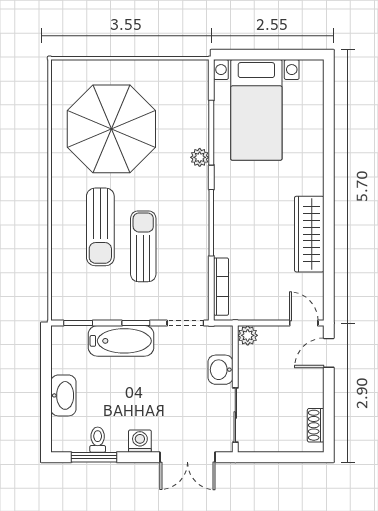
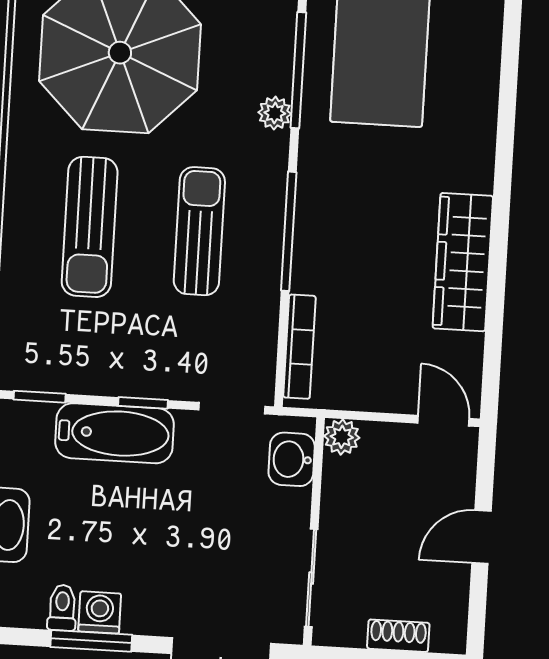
sun lounger: (143, 246) -> (199, 231), moved
door: (329, 353) -> (481, 537), moved
washbasin: (220, 370) -> (292, 459), moved
shoe rack: (316, 425) -> (398, 636), moved, turned 90
washing machine: (140, 441) -> (100, 612), moved
window: (94, 457) -> (91, 641), moved

